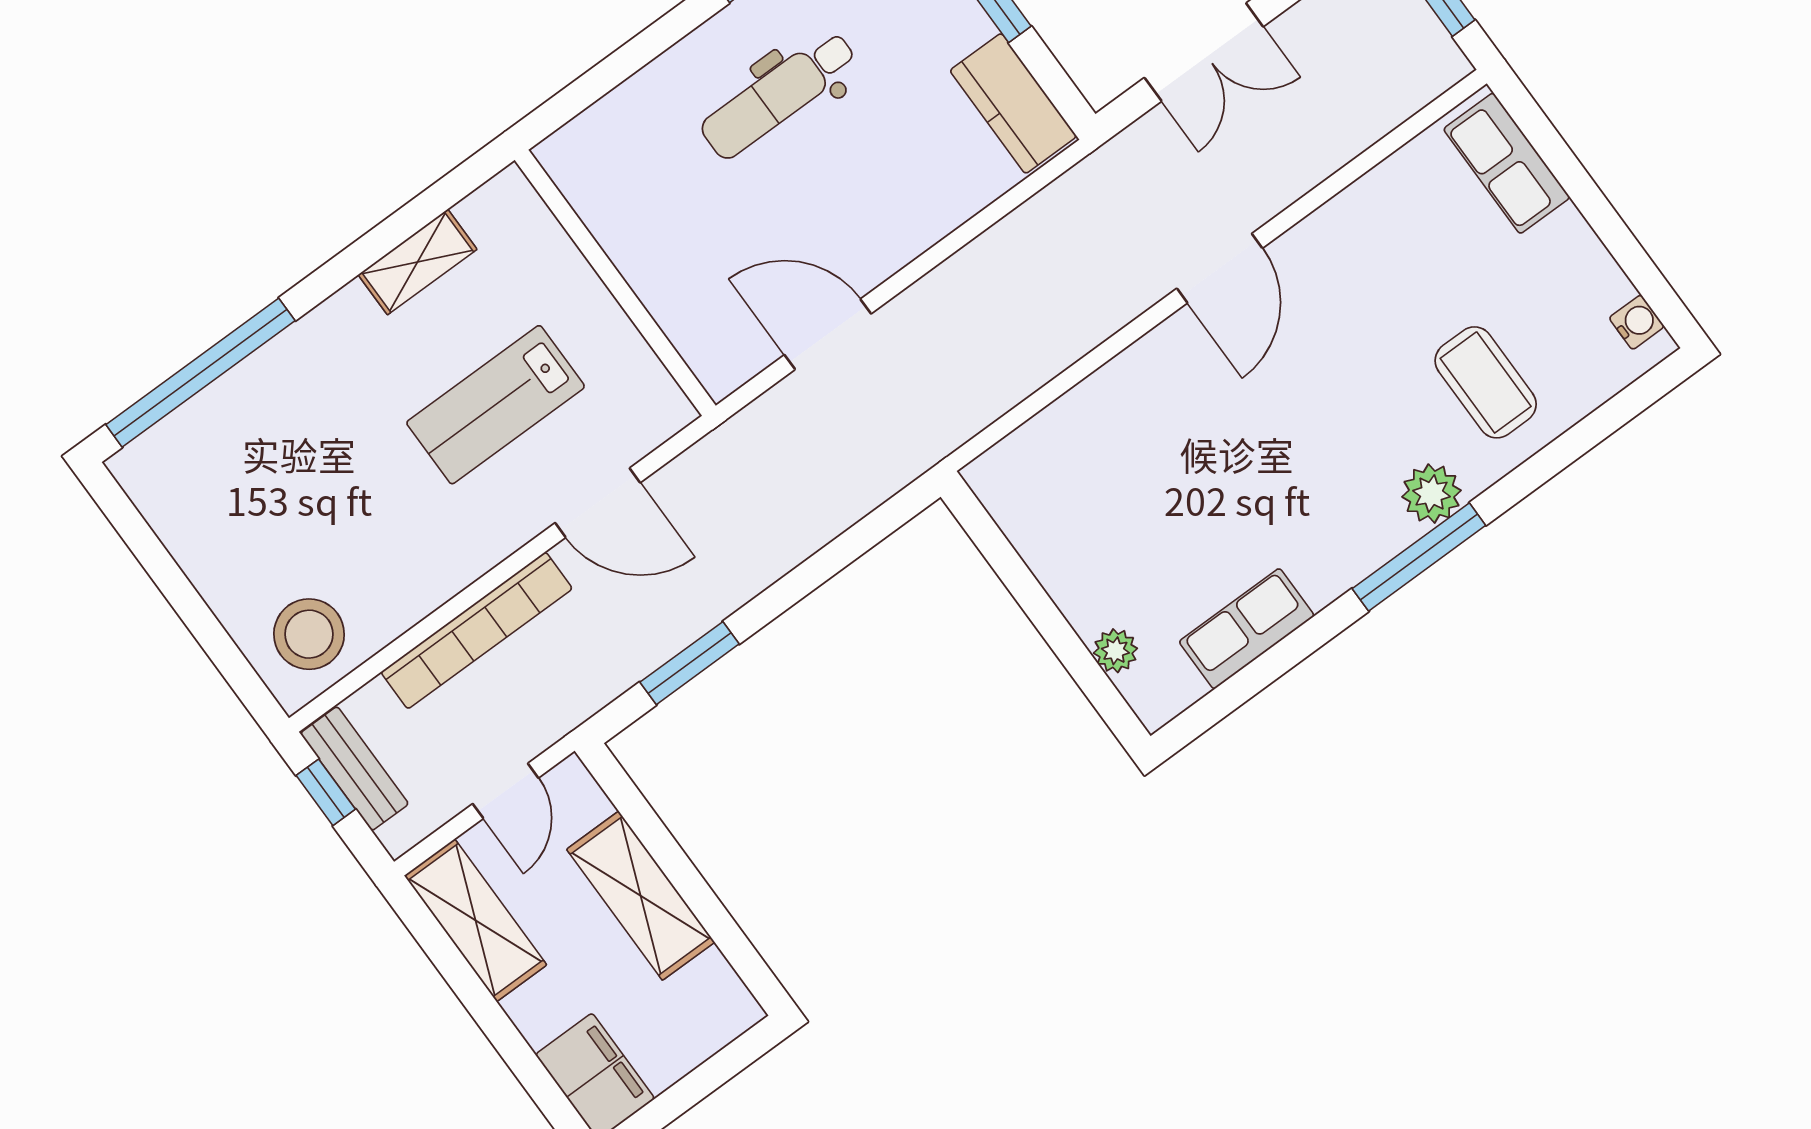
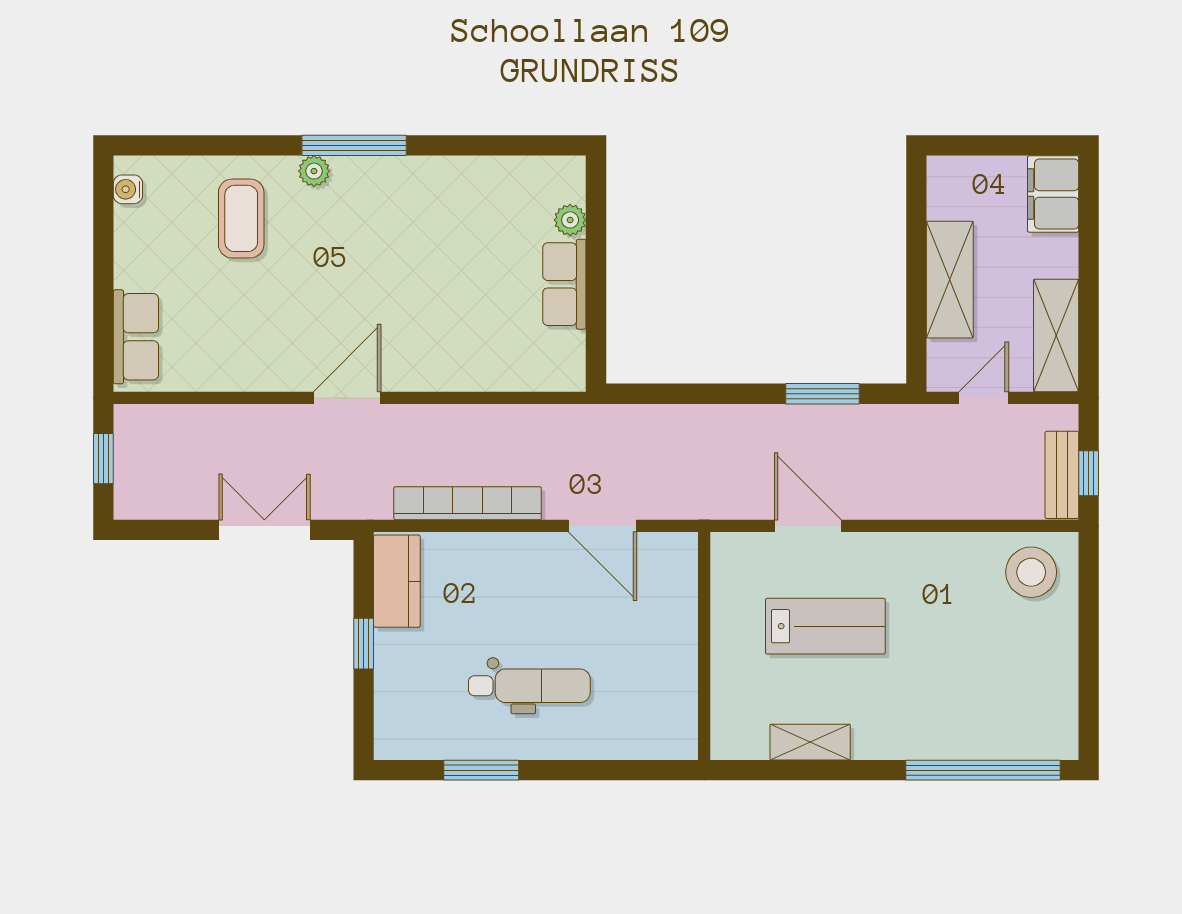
plant: (1432, 494) -> (314, 171), width x0.73, depth x0.73
row of seats: (1247, 629) -> (564, 284), moved, turned 90
bookcase: (477, 630) -> (468, 503), moved

